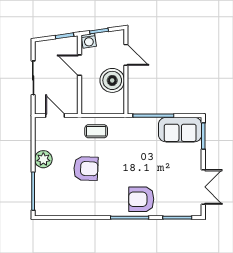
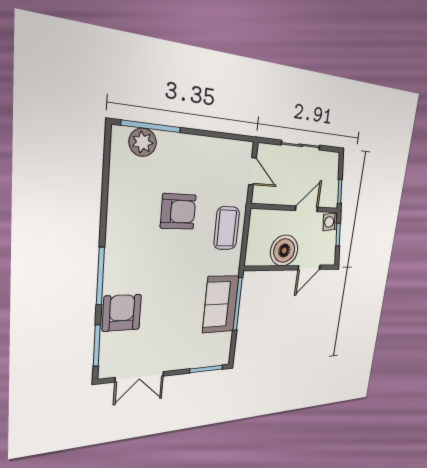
door: (55, 116) -> (253, 171), hinge flipped
sofa: (180, 130) -> (221, 304), moved
coffee table: (96, 131) -> (227, 228), width x1.36, depth x1.30
plant: (43, 159) -> (143, 142), moved
armchair: (86, 169) -> (178, 212), turned -92
armchair: (141, 199) -> (122, 313), moved

